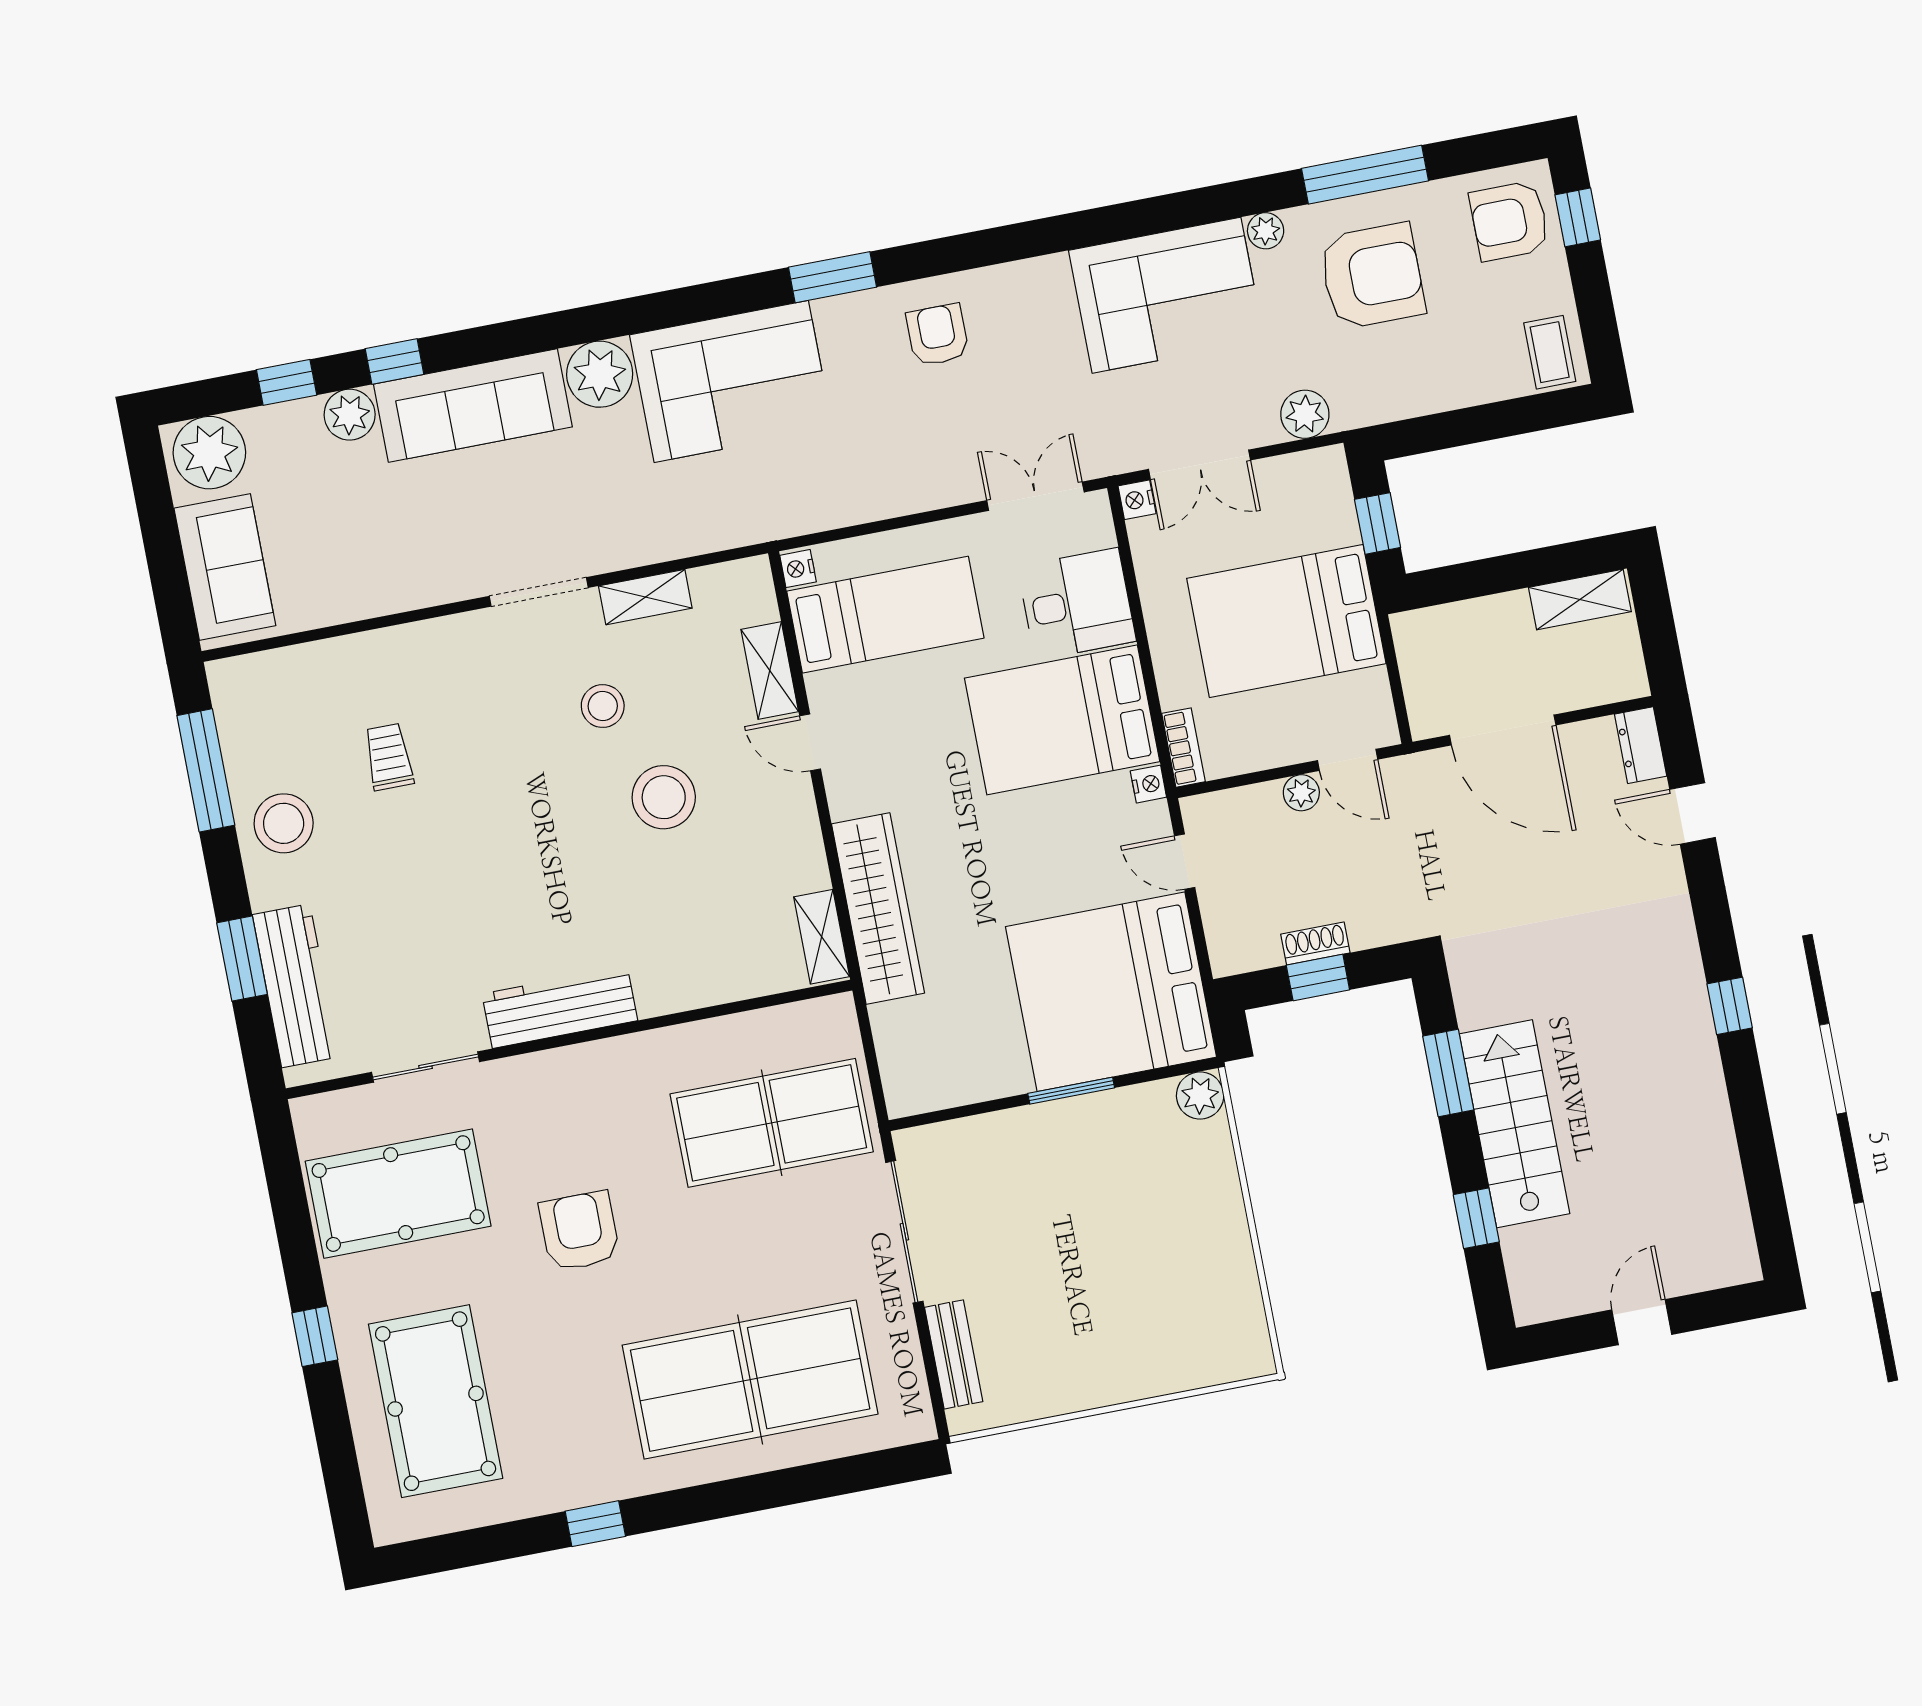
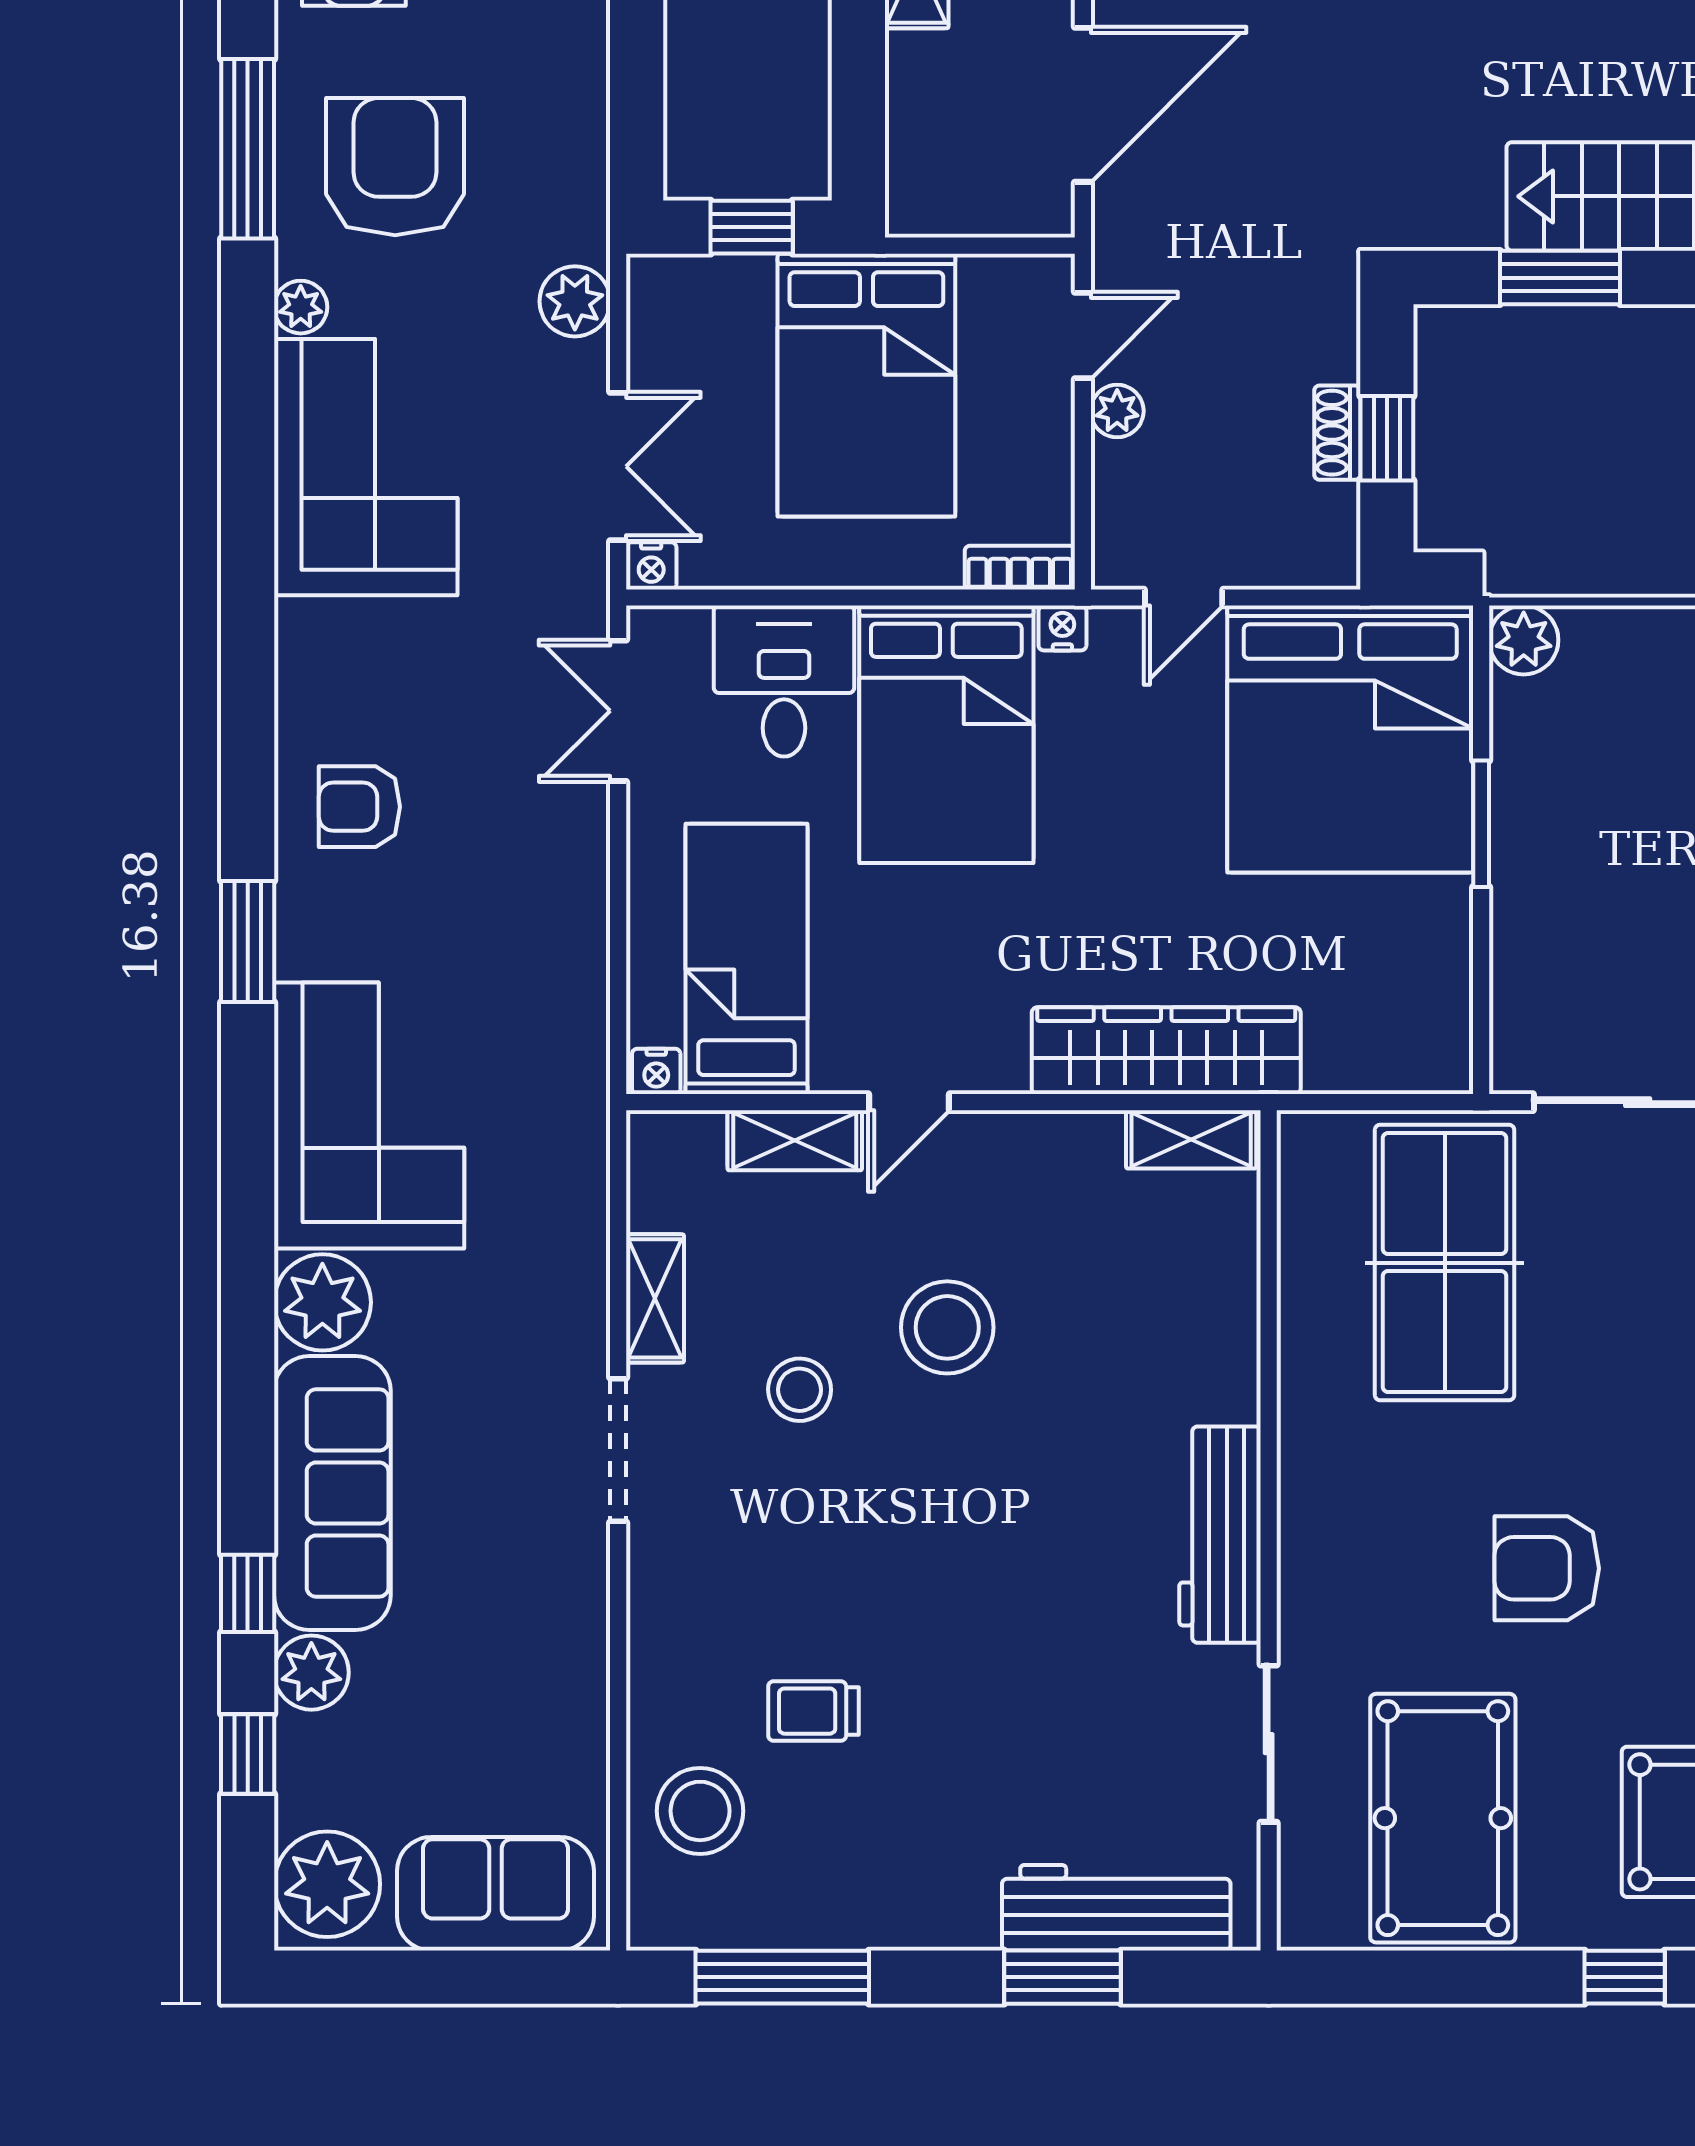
stool: (284, 823) -> (700, 1811), moved

